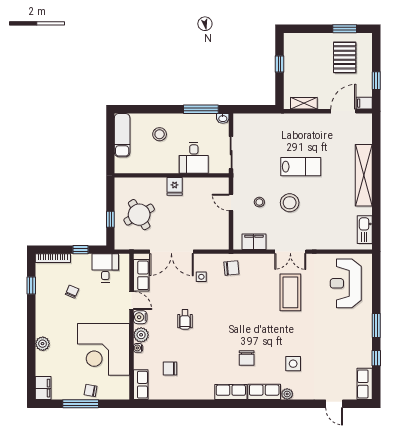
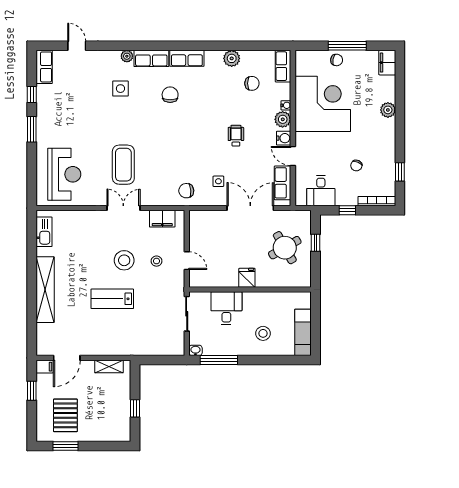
plant: (189, 392) -> (232, 58), added

